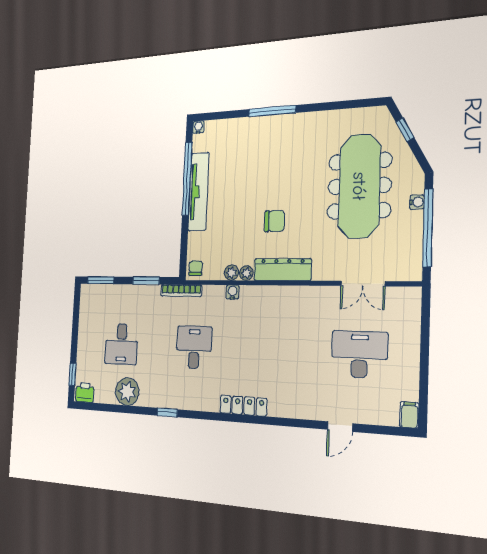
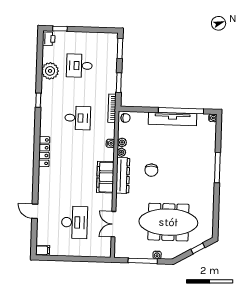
window: (428, 228) -> (143, 261), width x0.68
filing cabinet: (285, 300) -> (105, 177), added

